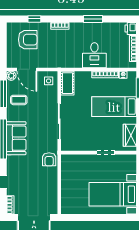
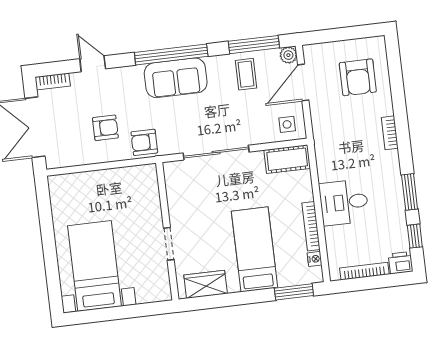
window: (34, 19) -> (415, 236), moved
armchair: (39, 179) -> (105, 128), added

